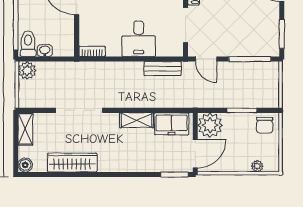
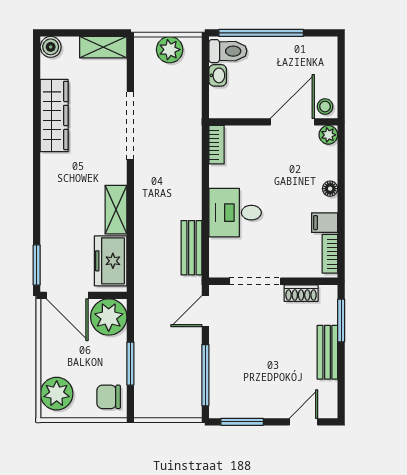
plant: (27, 71) -> (170, 50), moved
plant: (257, 166) -> (57, 394), width x1.88, depth x1.88

